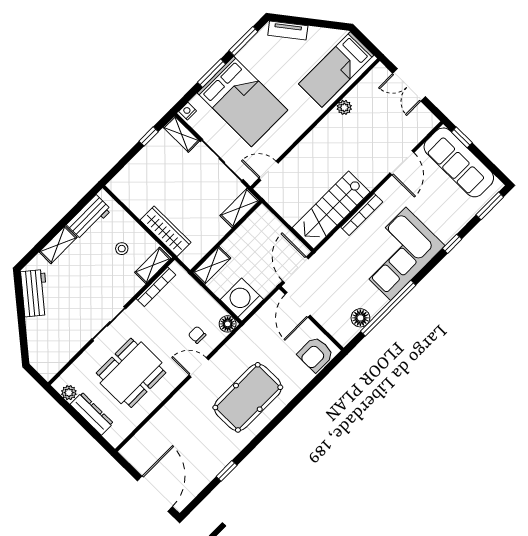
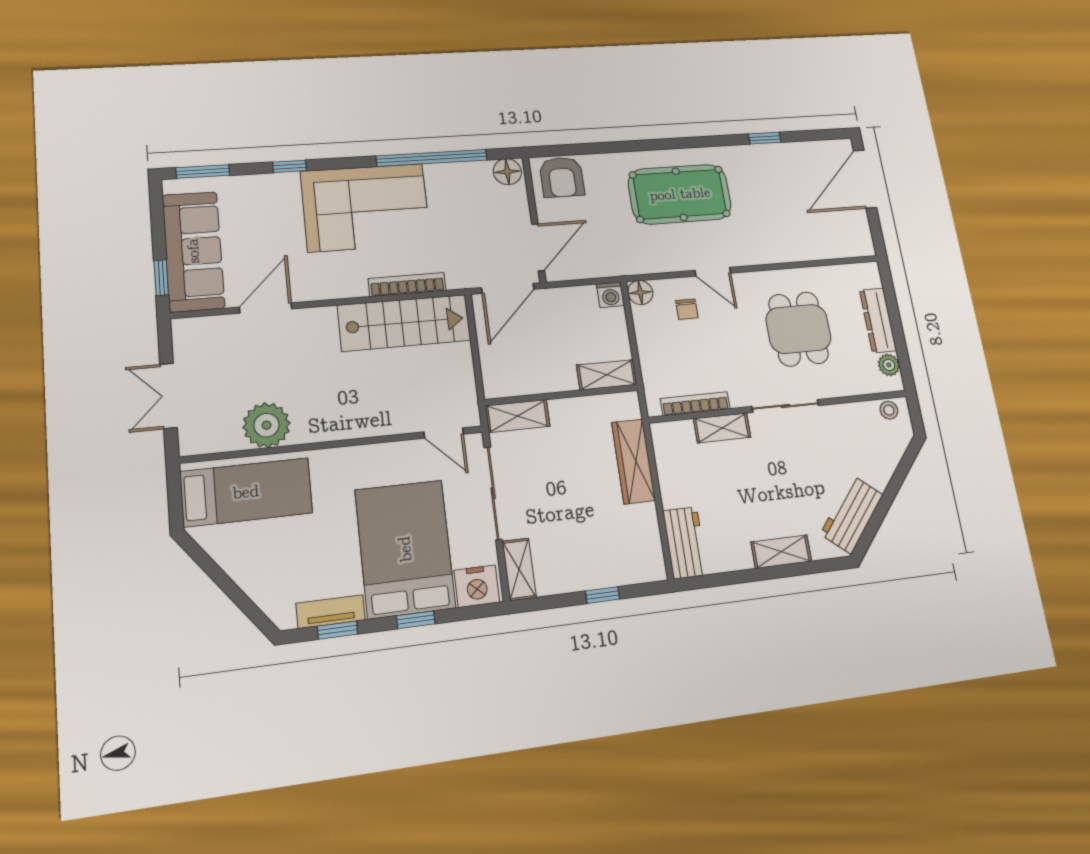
tv unit: (288, 30) -> (331, 612), moved, turned -52
window: (243, 41) -> (337, 630), width x0.67
window: (212, 73) -> (416, 620), width x0.67
double door: (409, 85) -> (169, 396), swing flipped
plant: (344, 107) -> (266, 425), width x1.87, depth x1.87
nightstand: (188, 111) -> (477, 586), width x1.89, depth x1.79
window: (149, 136) -> (603, 595), moved
bookcase: (362, 214) -> (407, 284), moved
workbench: (89, 217) -> (685, 543), moved, turned 90
stool: (122, 249) -> (889, 410), moved
shelving: (153, 265) -> (722, 428), moved
washing machine: (242, 300) -> (610, 295), width x0.53, depth x0.53
floor lamp: (360, 318) -> (507, 172), moved
armchair: (315, 354) -> (562, 177), turned 90
dining table: (131, 373) -> (798, 329), width x0.73

